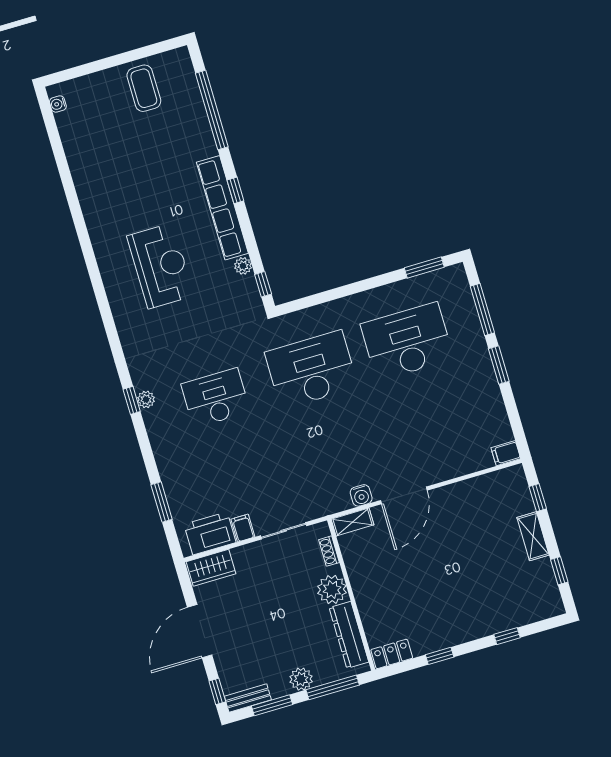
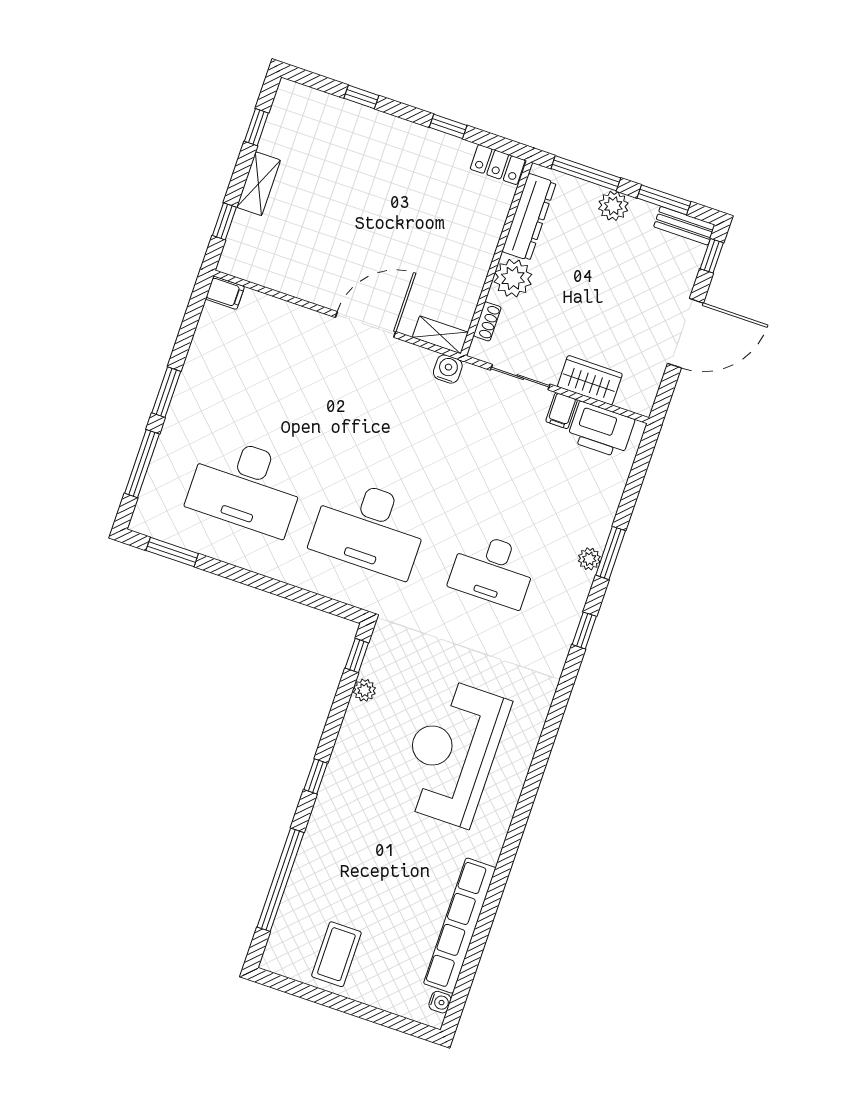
row of seats: (222, 208) -> (460, 926), moved, turned 180
reception desk: (160, 266) -> (452, 752), width x1.36, depth x1.30
plant: (146, 399) -> (589, 559), moved
water cooler: (361, 495) -> (448, 369), moved
window: (162, 502) -> (611, 553), moved
wardrobe: (211, 568) -> (590, 380), moved

